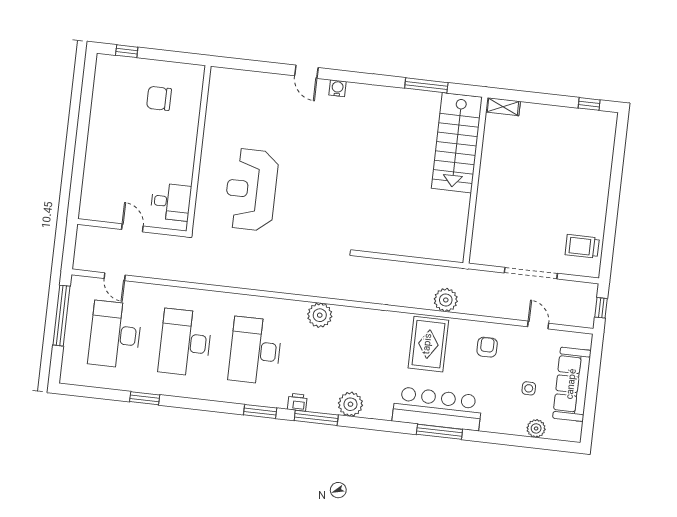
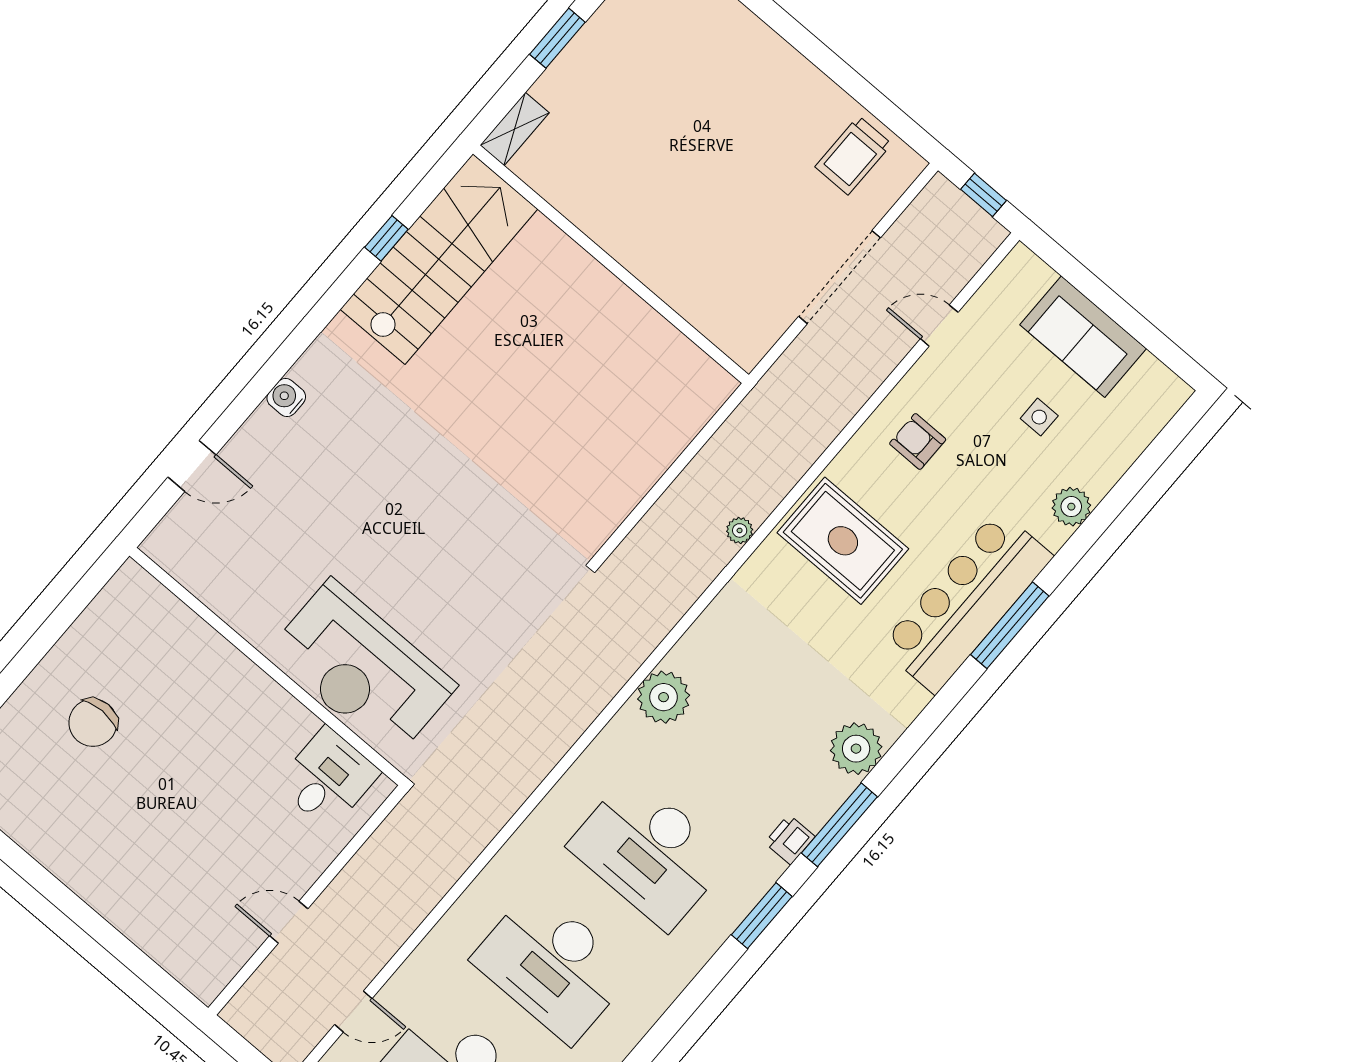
door: (306, 72) -> (192, 466), moved
window: (426, 85) -> (386, 238), width x0.46
window: (550, 99) -> (557, 38), added
stairs: (457, 143) -> (439, 259), moved, turned -90
wall: (199, 149) -> (268, 666), moved
desk: (171, 202) -> (328, 778), moved
plant: (446, 300) -> (740, 530), moved, width x0.53, depth x0.53
sofa: (572, 384) -> (1083, 337), width x0.73
plant: (536, 428) -> (1071, 507), moved

